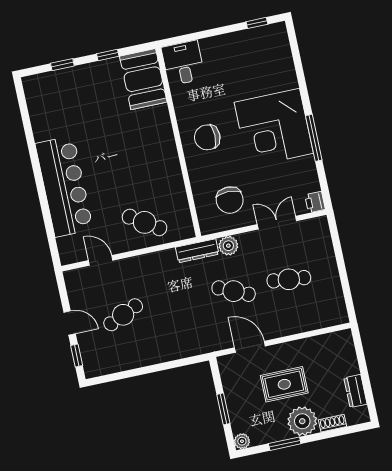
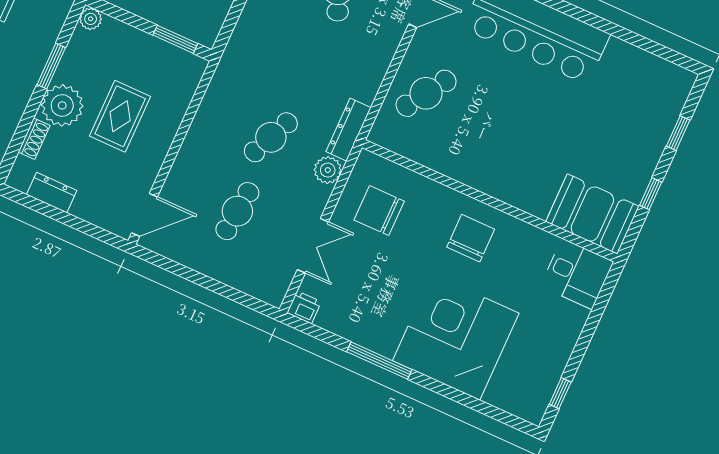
corner desk: (274, 128) -> (456, 337), moved
door: (250, 347) -> (144, 215), moved
window: (223, 409) -> (175, 39), moved

